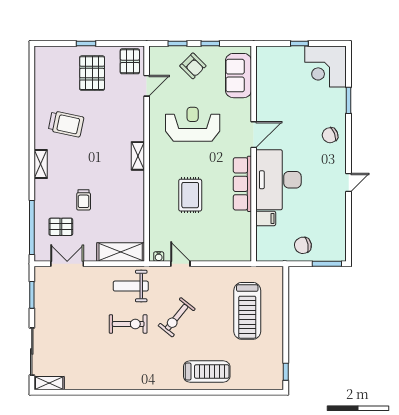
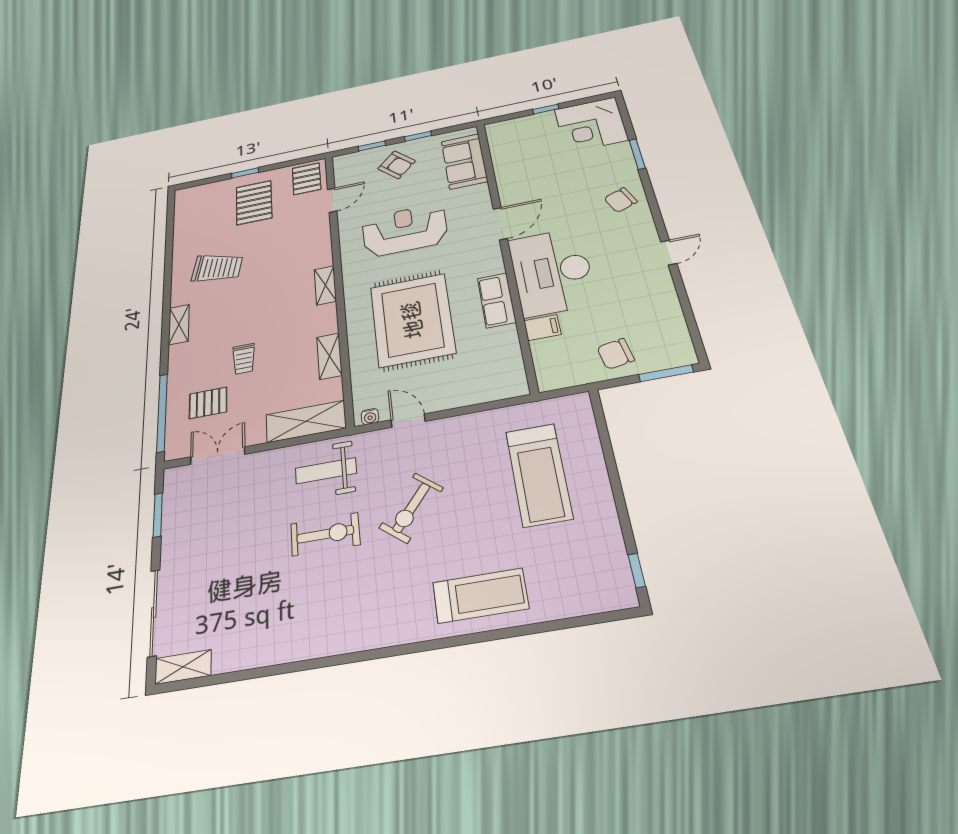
row of seats: (242, 184) -> (497, 300), width x0.68
rug: (190, 195) -> (412, 320), width x1.86, depth x2.06
shelving: (137, 210) -> (329, 356), added

